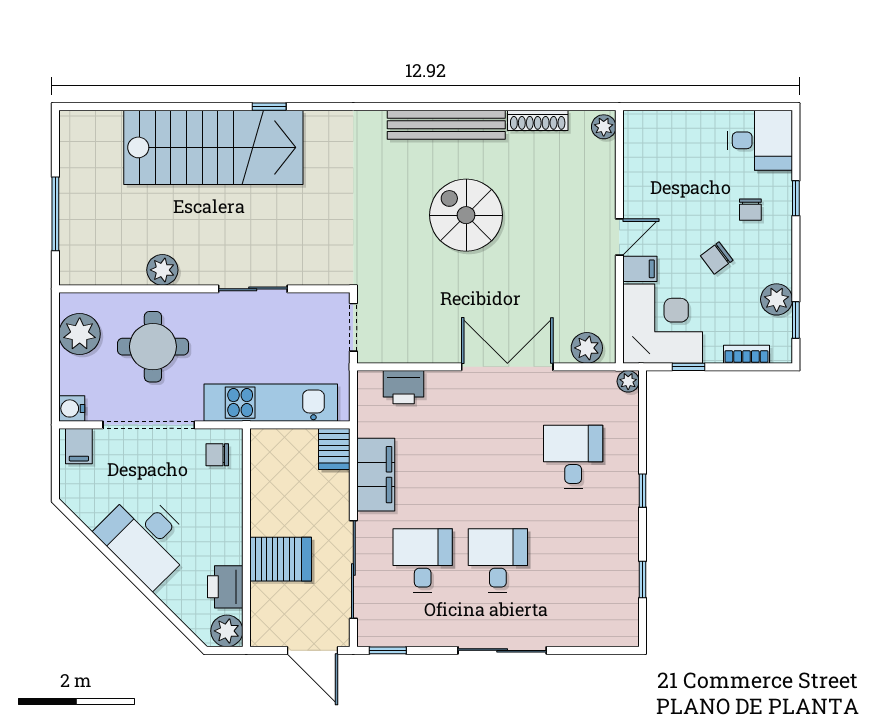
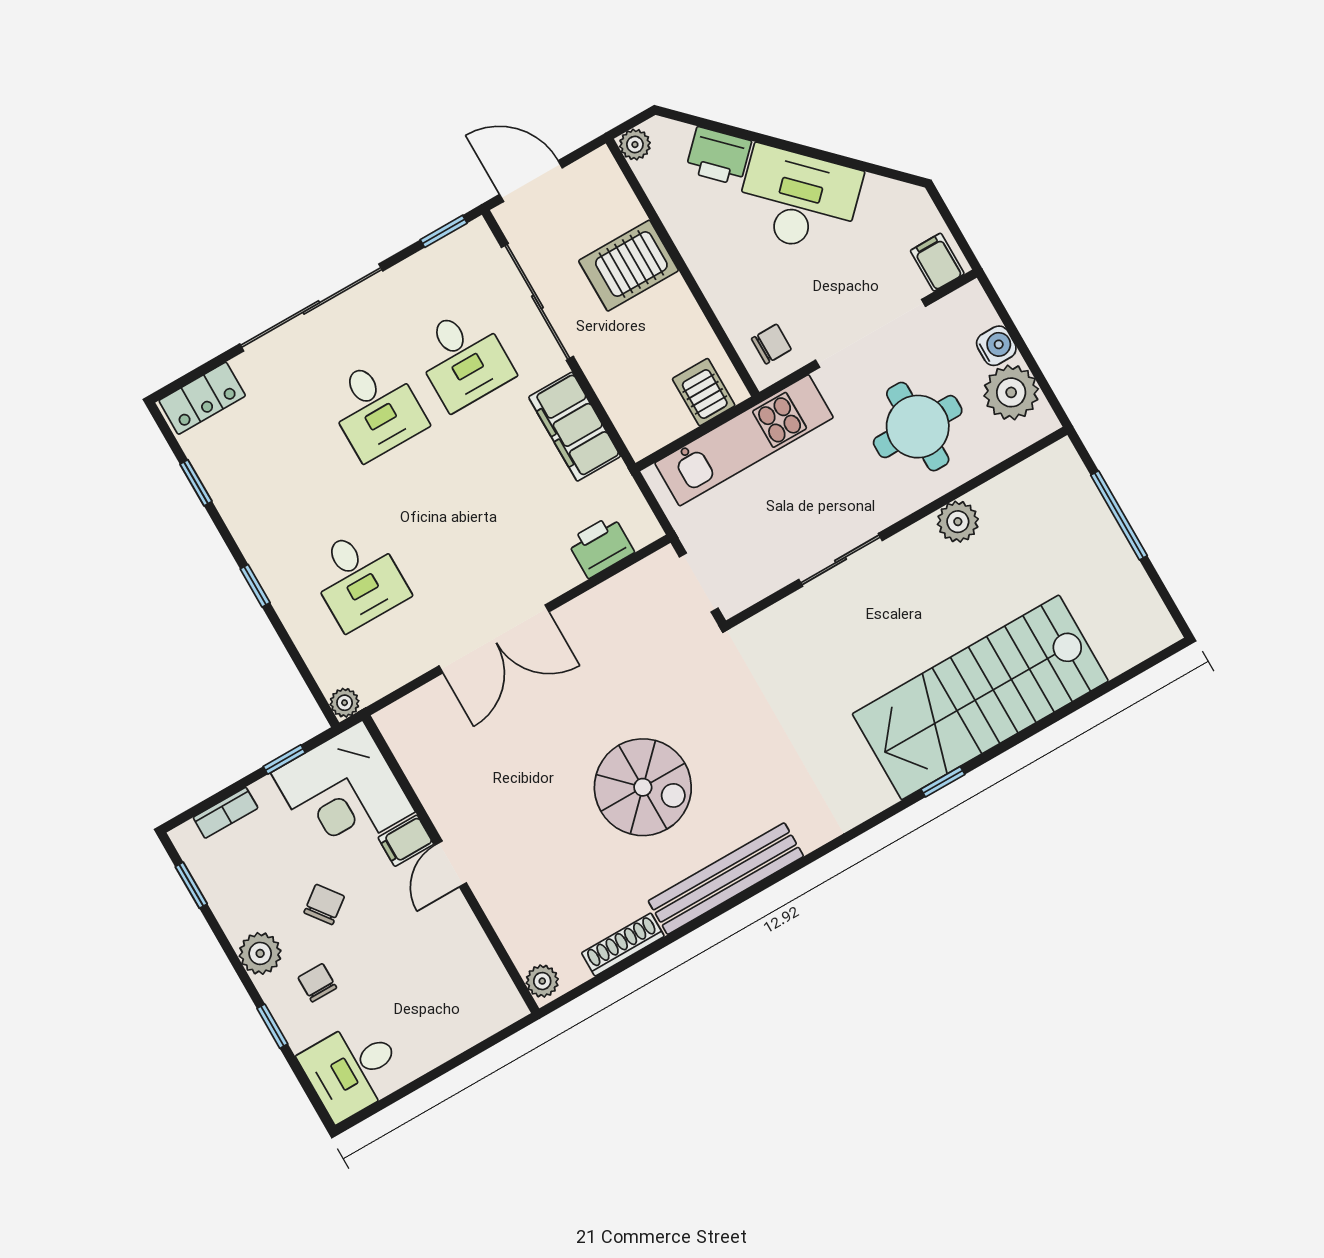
plant: (777, 299) -> (260, 953), moved
plant: (587, 348) -> (415, 714), removed
water cooler: (72, 408) -> (996, 346), moved
server rack: (334, 449) -> (704, 392), moved
printer: (225, 587) -> (718, 156), moved, turned 135
plant: (227, 631) -> (635, 145), width x0.73, depth x0.73
locker: (607, 632) -> (202, 398), added
sliding door: (502, 650) -> (311, 307), width x1.36

